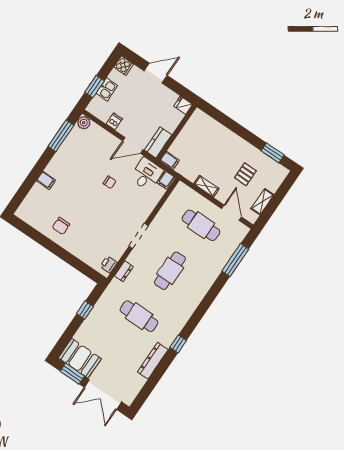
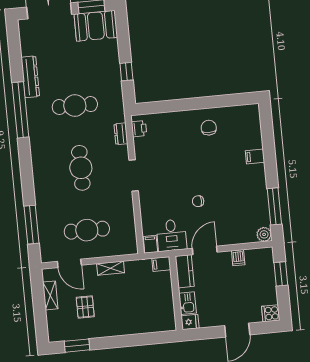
kitchen sink: (107, 89) -> (187, 303), moved, turned 180
window: (178, 344) -> (20, 110), width x3.17

